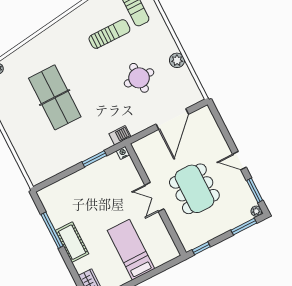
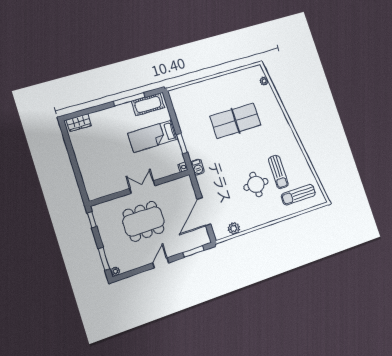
plant: (177, 60) -> (234, 228), moved
round table: (139, 78) -> (256, 184), moved
door: (172, 119) -> (204, 212), hinge flipped
window: (255, 190) -> (193, 251), moved
cot: (72, 242) -> (148, 104), moved
bed: (131, 250) -> (153, 136), moved, turned 180

